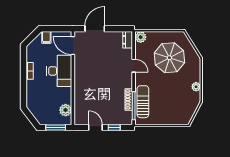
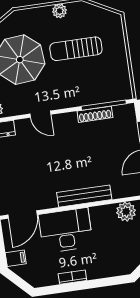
door: (134, 66) -> (40, 114), swing flipped
bench: (79, 86) -> (84, 196), added
sun lounger: (143, 102) -> (76, 49), moved

